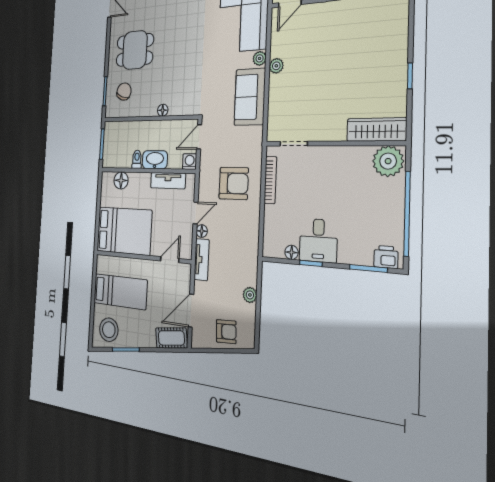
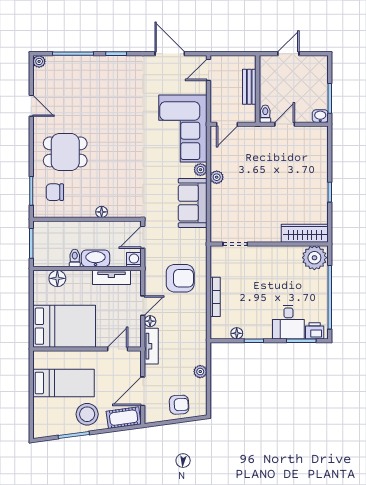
chair: (124, 92) -> (55, 192), turned -109
bookcase: (270, 180) -> (215, 297), moved
desk: (318, 240) -> (288, 322), moved
stool: (109, 330) -> (87, 414), moved

